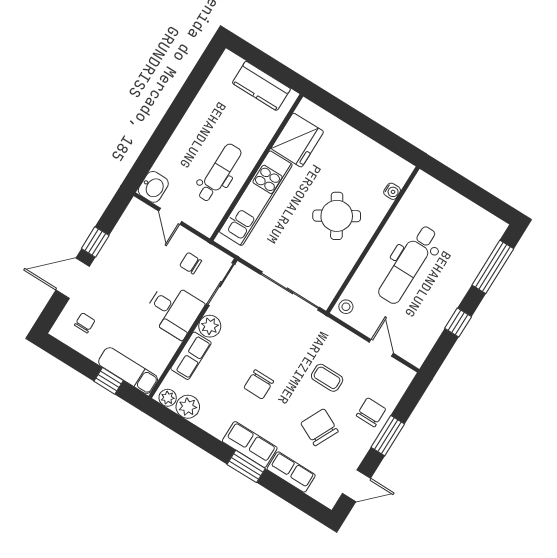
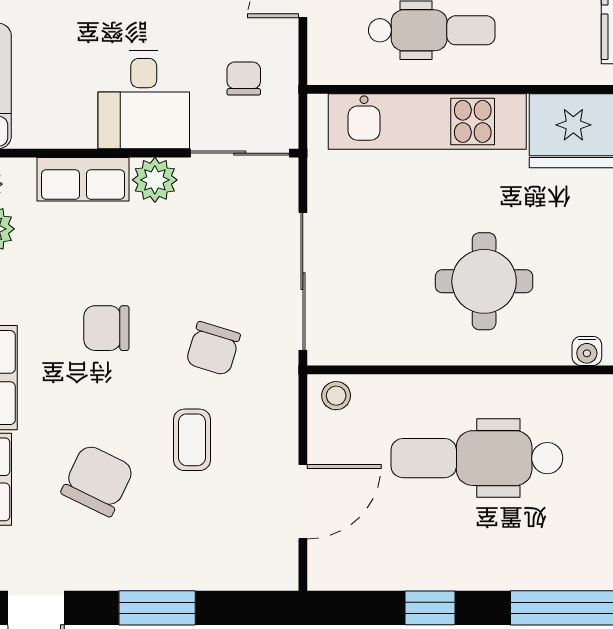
round table: (337, 216) -> (484, 281), turned 31
door: (381, 348) -> (303, 502), width x1.38
chair: (371, 412) -> (213, 349), moved, turned 107

